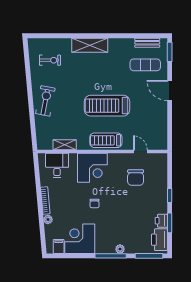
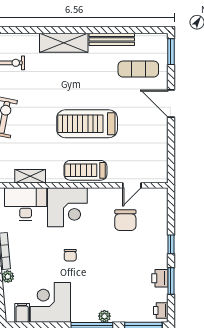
bench: (147, 43) -> (112, 39), moved, width x1.36
door: (140, 152) -> (132, 185), swing flipped
desk: (57, 165) -> (26, 204), width x1.37
printer: (159, 240) -> (161, 311), width x0.53, depth x0.68

